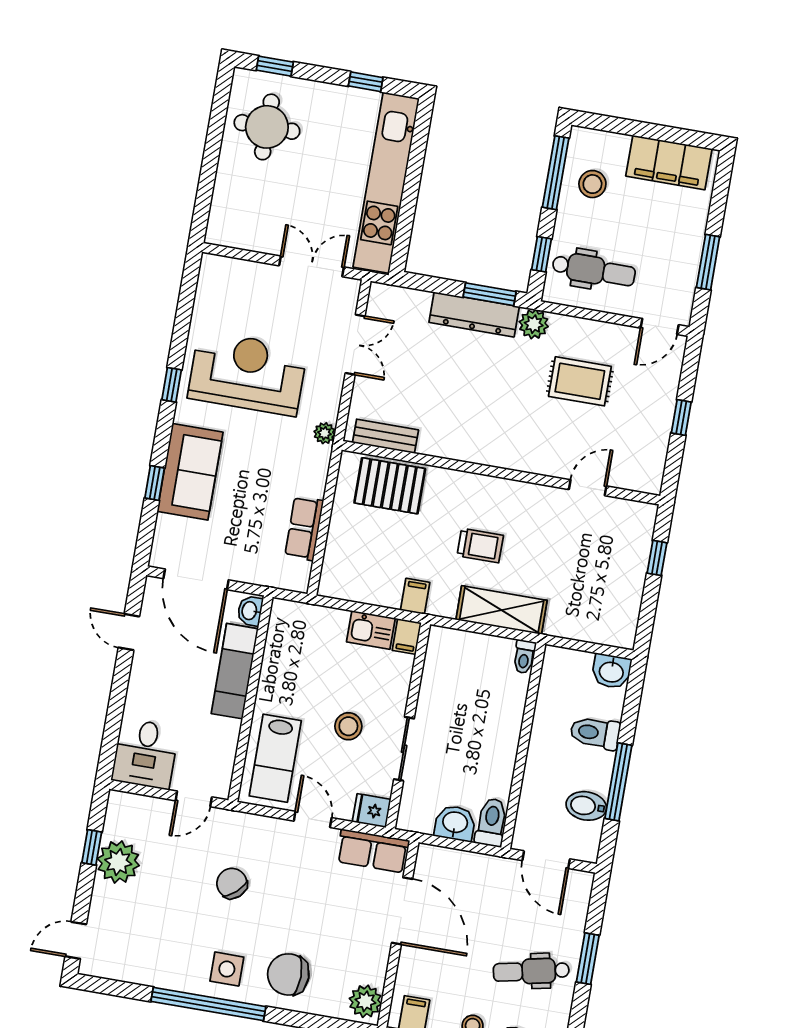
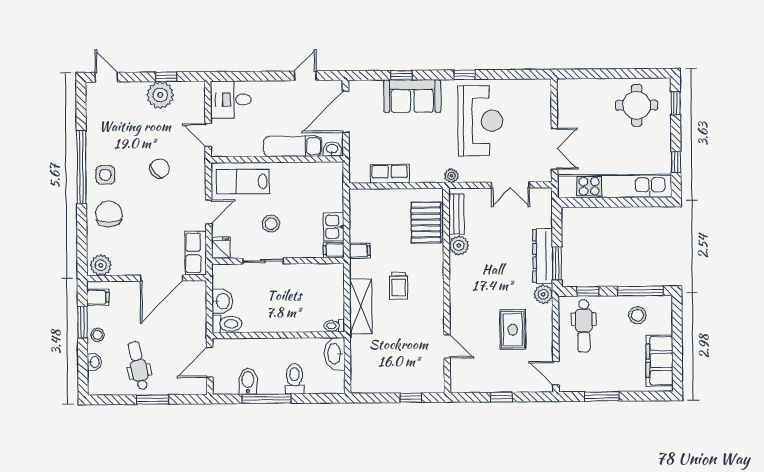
plant: (435, 441) -> (459, 245), added
washbasin: (611, 671) -> (335, 354), moved, width x1.38

